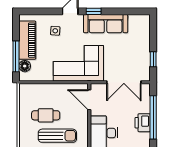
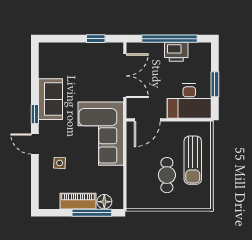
sofa: (106, 24) -> (50, 99), width x0.73
piano: (27, 40) -> (78, 201), width x0.73, depth x0.75
sun lounger: (57, 136) -> (193, 160), turned 180

